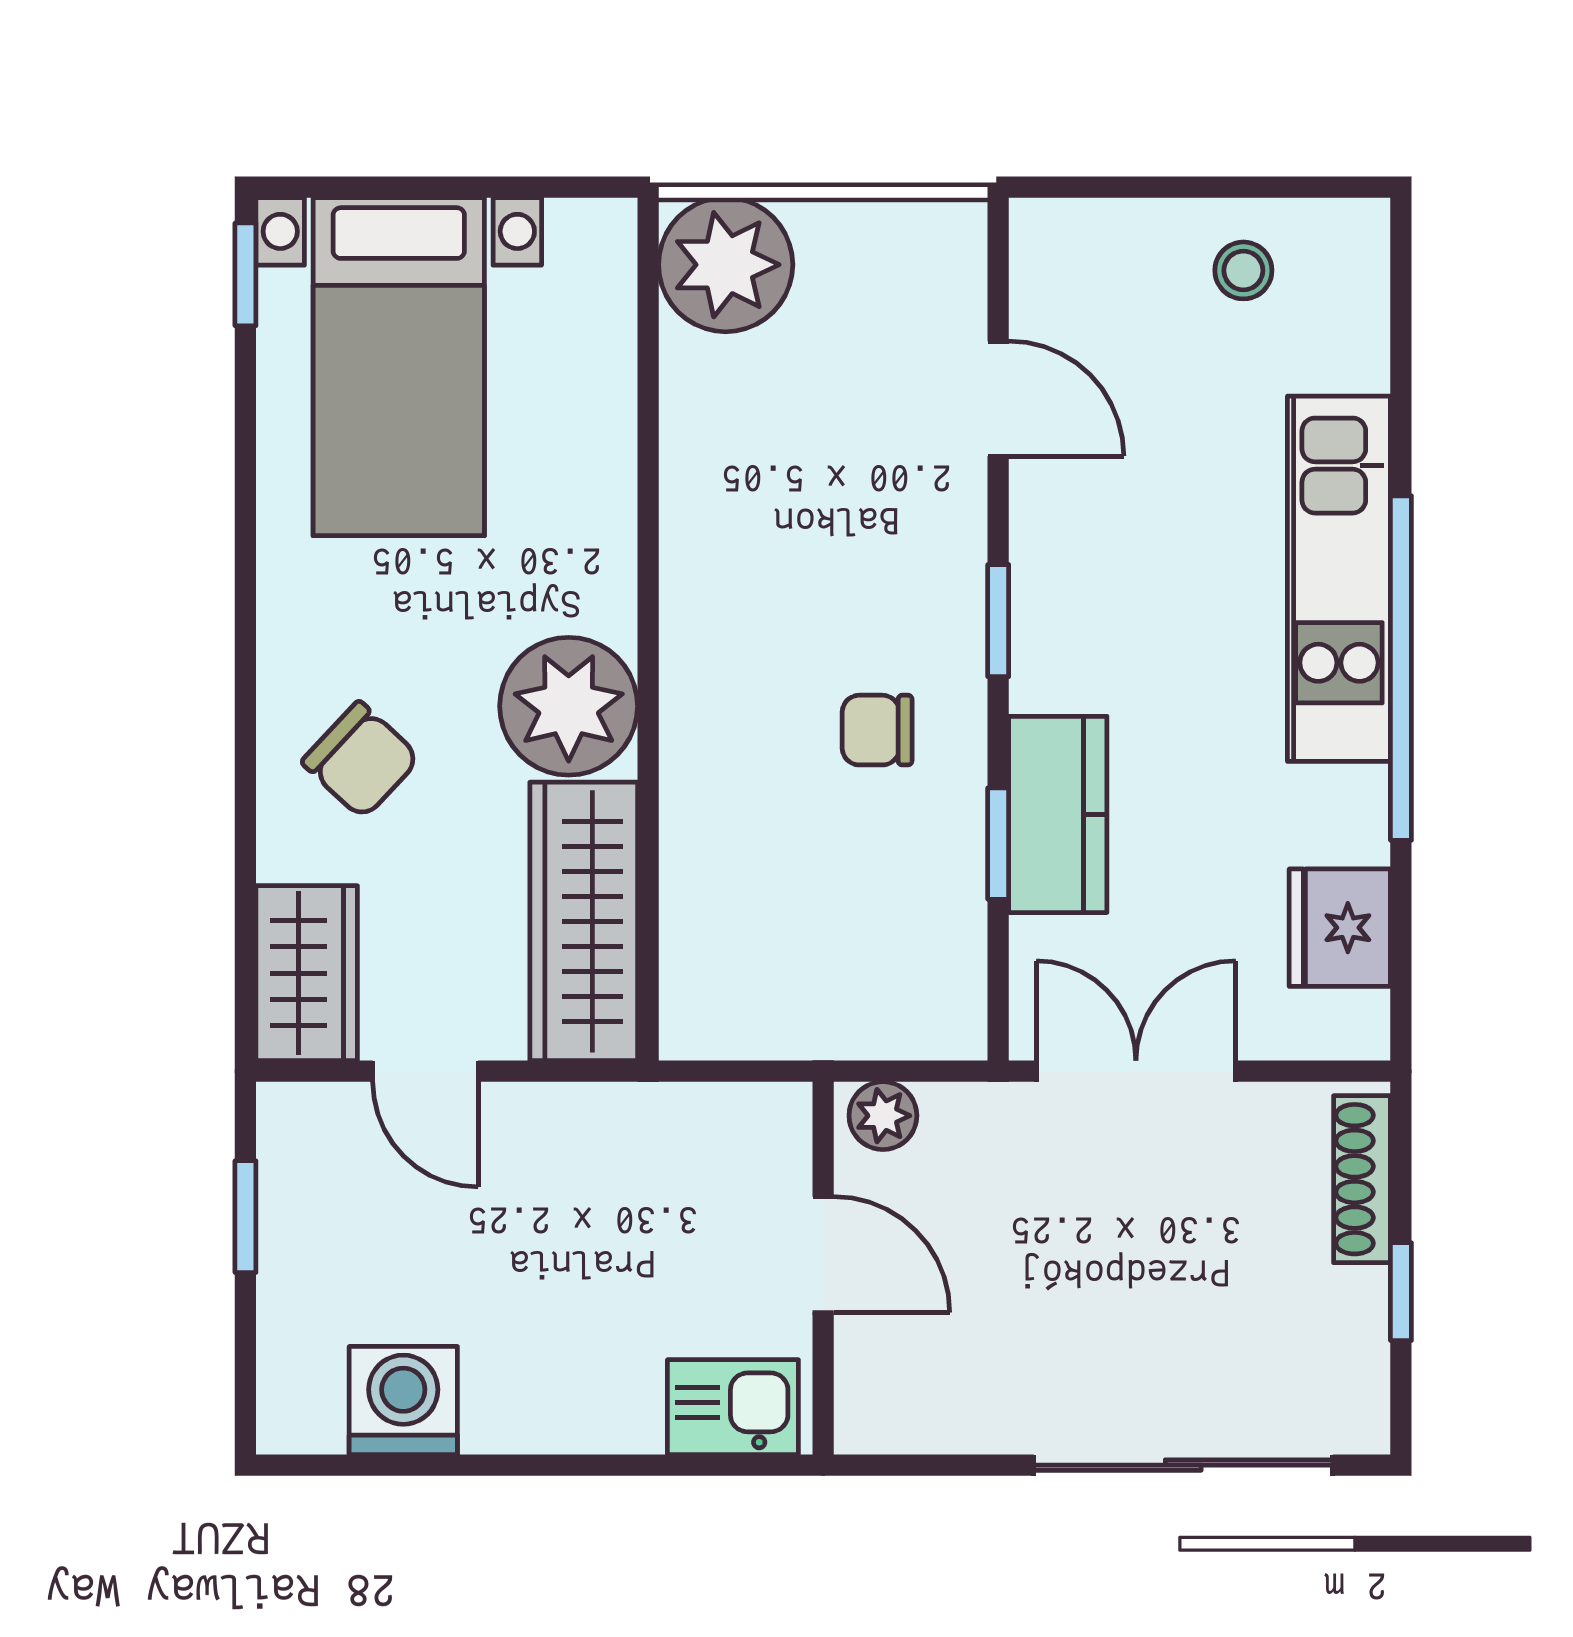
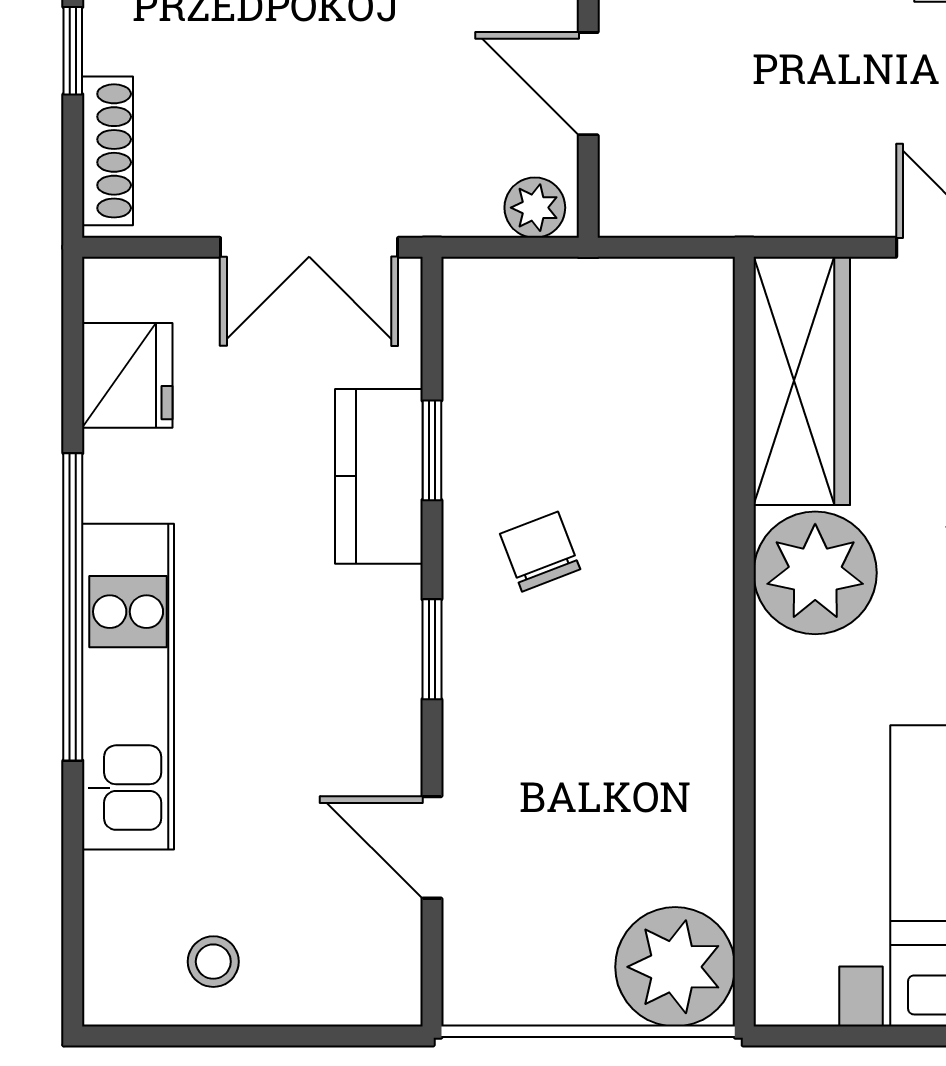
chair: (877, 730) -> (540, 552), turned -111

